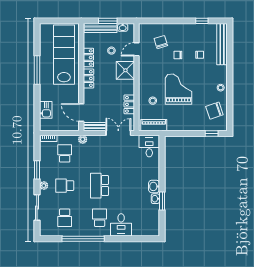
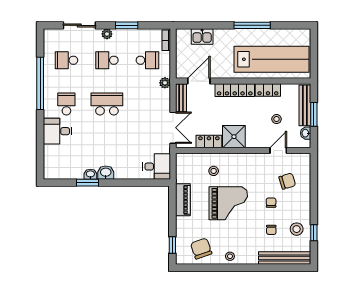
stool: (199, 35) -> (297, 229), added
door: (137, 49) -> (278, 151), hinge flipped
shower: (125, 70) -> (234, 137), moved
locker: (89, 79) -> (235, 90), width x1.53
piano: (154, 125) -> (183, 200), moved
school desk: (65, 186) -> (107, 60), turned -90
school desk: (100, 218) -> (66, 104), turned -90

